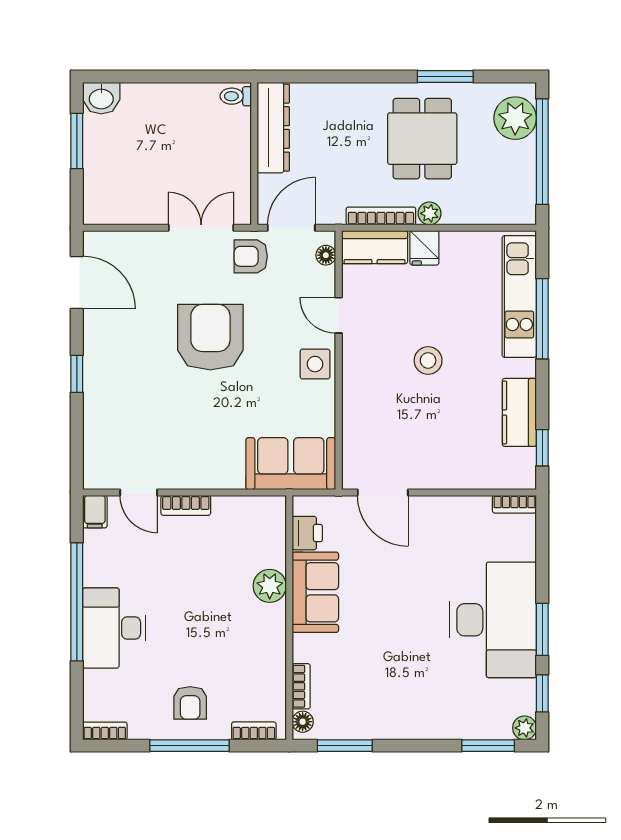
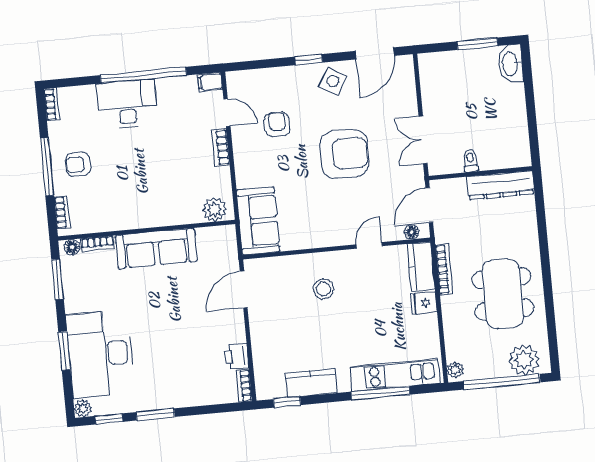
window: (445, 76) -> (549, 306), removed
toilet: (236, 96) -> (470, 161), moved
washbasin: (101, 98) -> (511, 64), width x1.38
dining table: (422, 139) -> (503, 294), width x1.38
plant: (430, 213) -> (455, 370), moved
double door: (201, 228) -> (423, 140), swing flipped
door: (291, 228) -> (429, 205), swing flipped
armchair: (251, 256) -> (277, 124), moved
stool: (428, 361) -> (323, 289), moved
side table: (315, 364) -> (333, 81), moved, turned 31
door: (139, 493) -> (227, 113), swing flipped
printer: (307, 533) -> (237, 356), moved, turned 90
plant: (270, 586) -> (215, 210), moved
sofa: (315, 592) -> (156, 248), width x1.36
desk: (493, 620) -> (101, 354), moved, turned 90
window: (488, 746) -> (64, 351), moved

